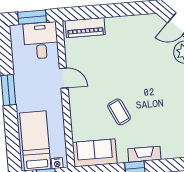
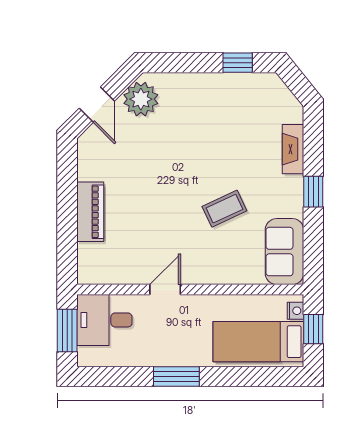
piano: (85, 28) -> (90, 212), moved
fireplace: (144, 154) -> (293, 149), moved

